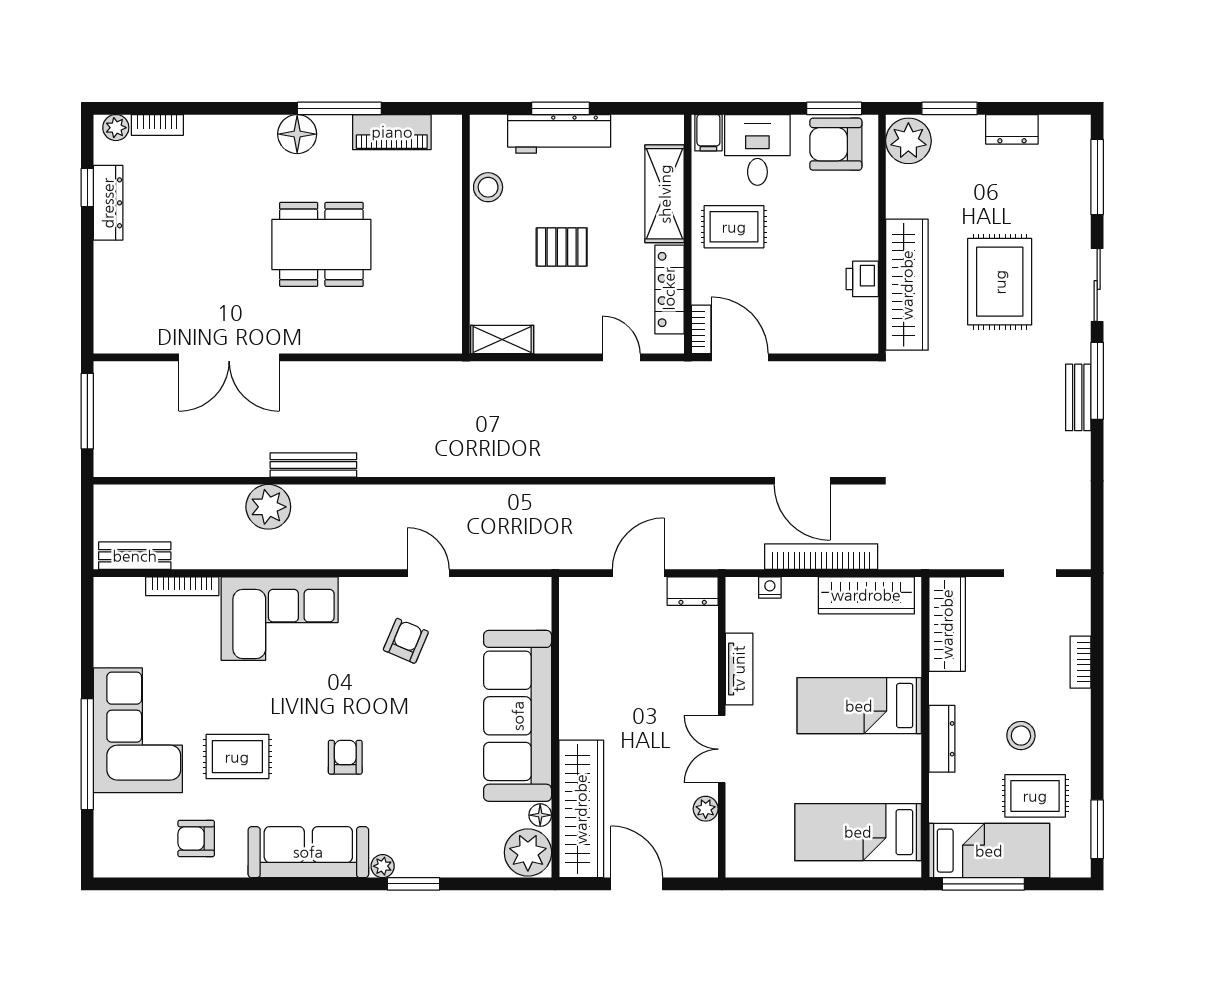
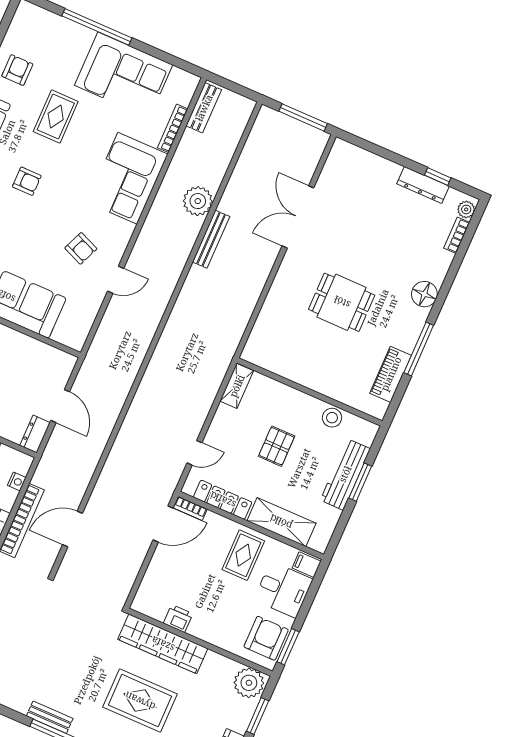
floor lamp: (297, 134) -> (424, 294), moved
dining table: (321, 244) -> (342, 302), width x0.73
corner sofa: (138, 730) -> (124, 75), moved

